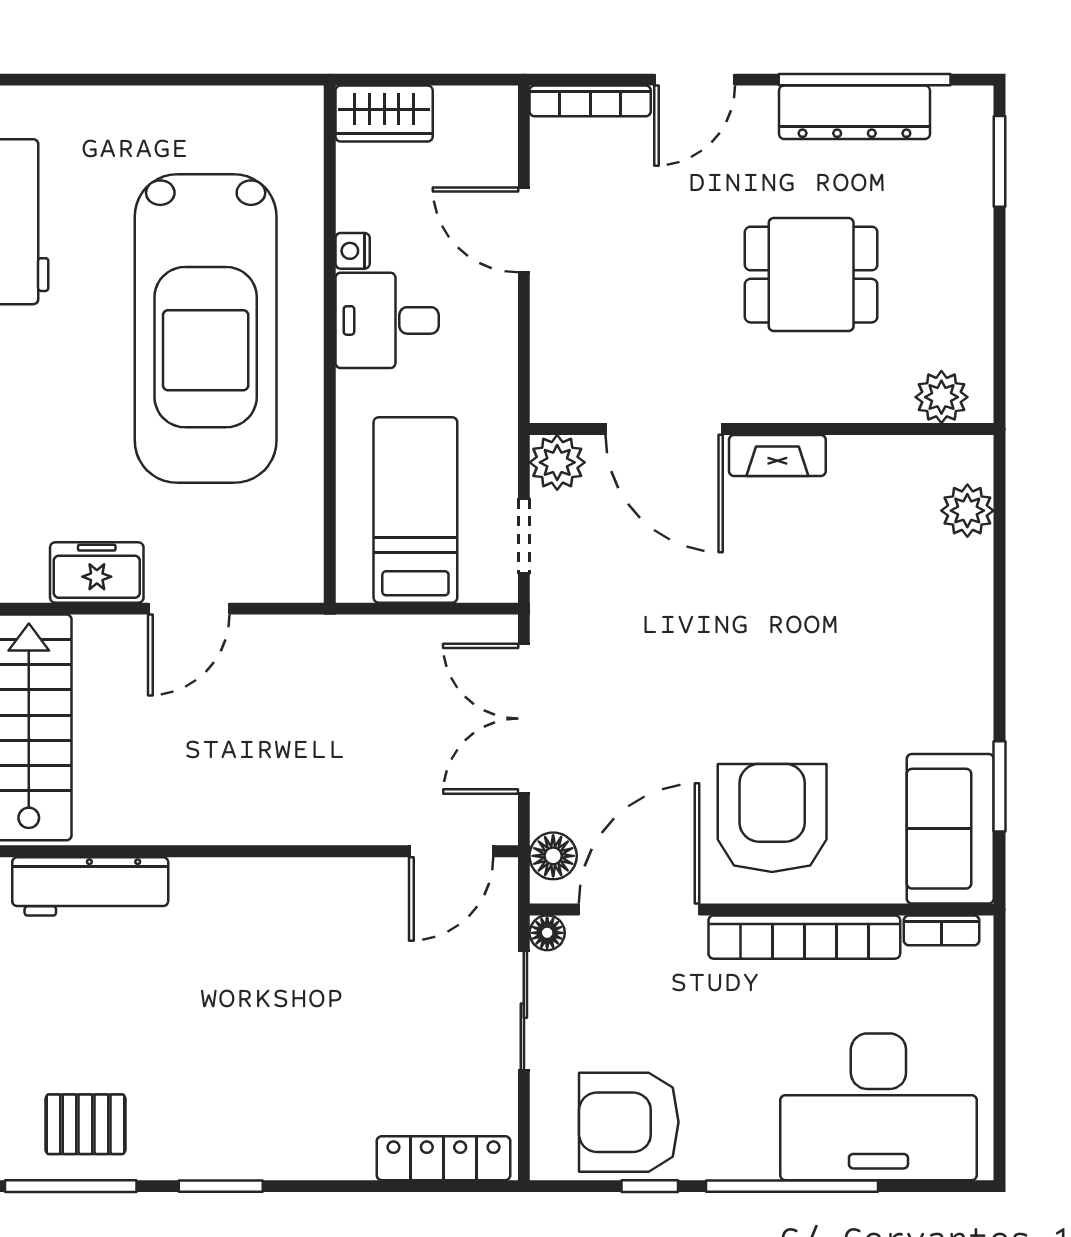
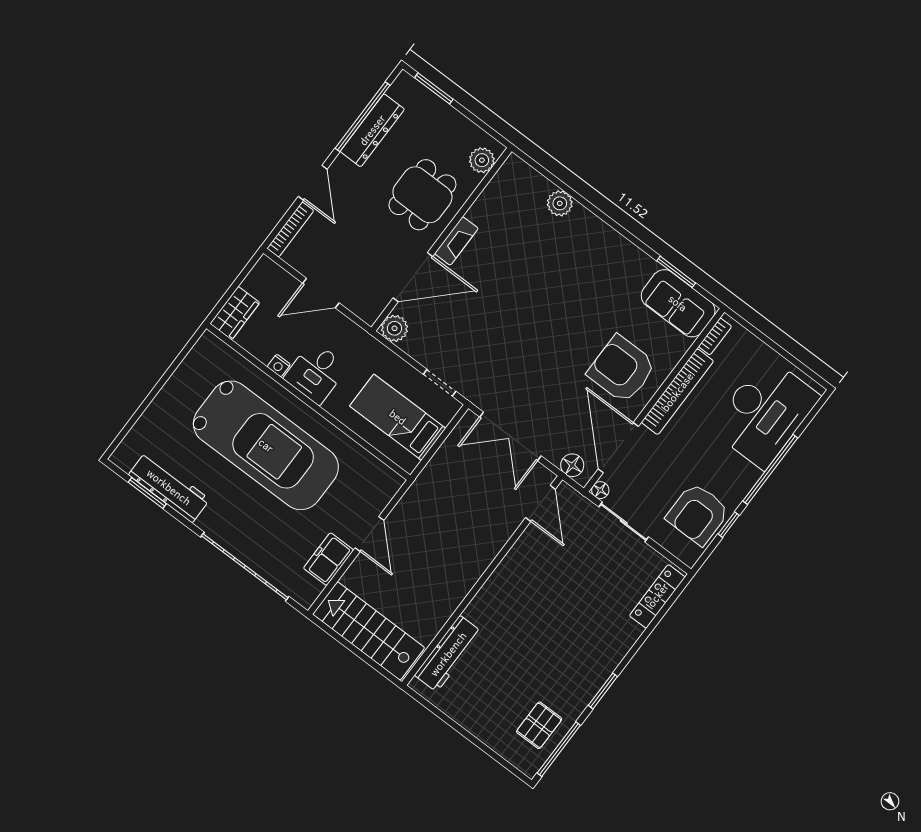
plant: (941, 397) -> (482, 160), moved
door: (664, 429) -> (413, 277), moved
wall: (762, 429) -> (442, 239), moved
fireplace: (777, 455) -> (456, 241), moved
plant: (557, 462) -> (394, 328), moved

